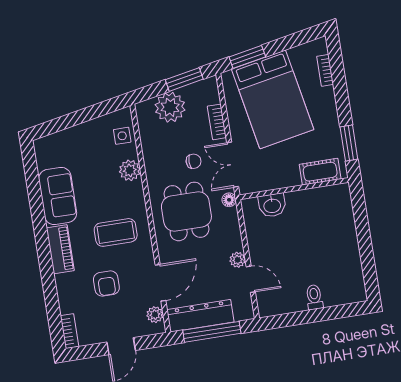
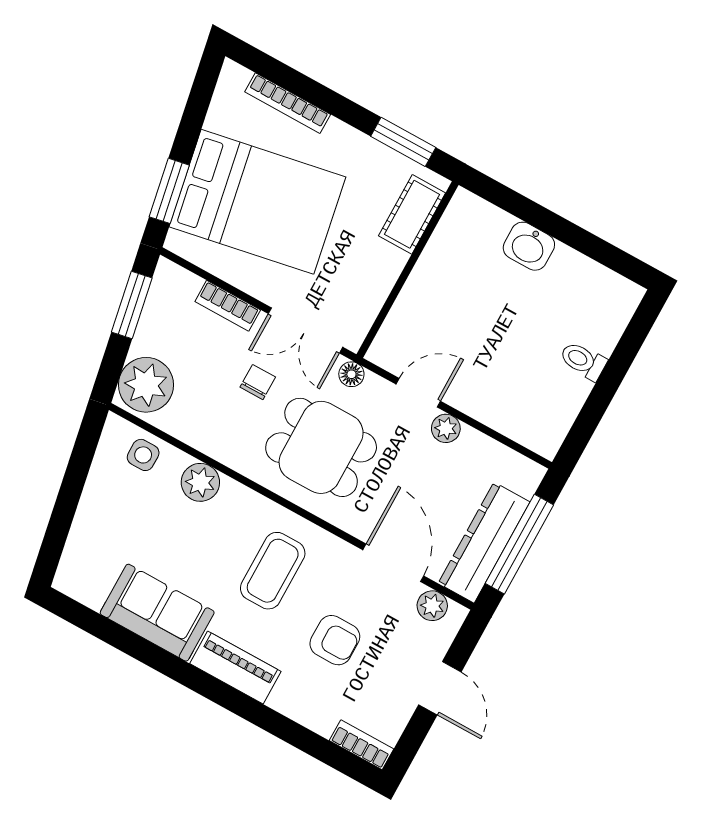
bookcase: (325, 70) -> (288, 103), width x1.56
plant: (170, 107) -> (146, 385), moved
washbasin: (272, 205) -> (529, 246), moved, turned 90
door: (251, 279) -> (418, 393), moved

